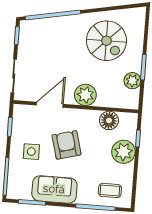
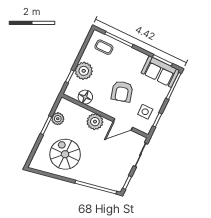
side table: (31, 152) -> (145, 112), moved
sofa: (54, 189) -> (160, 72), moved

